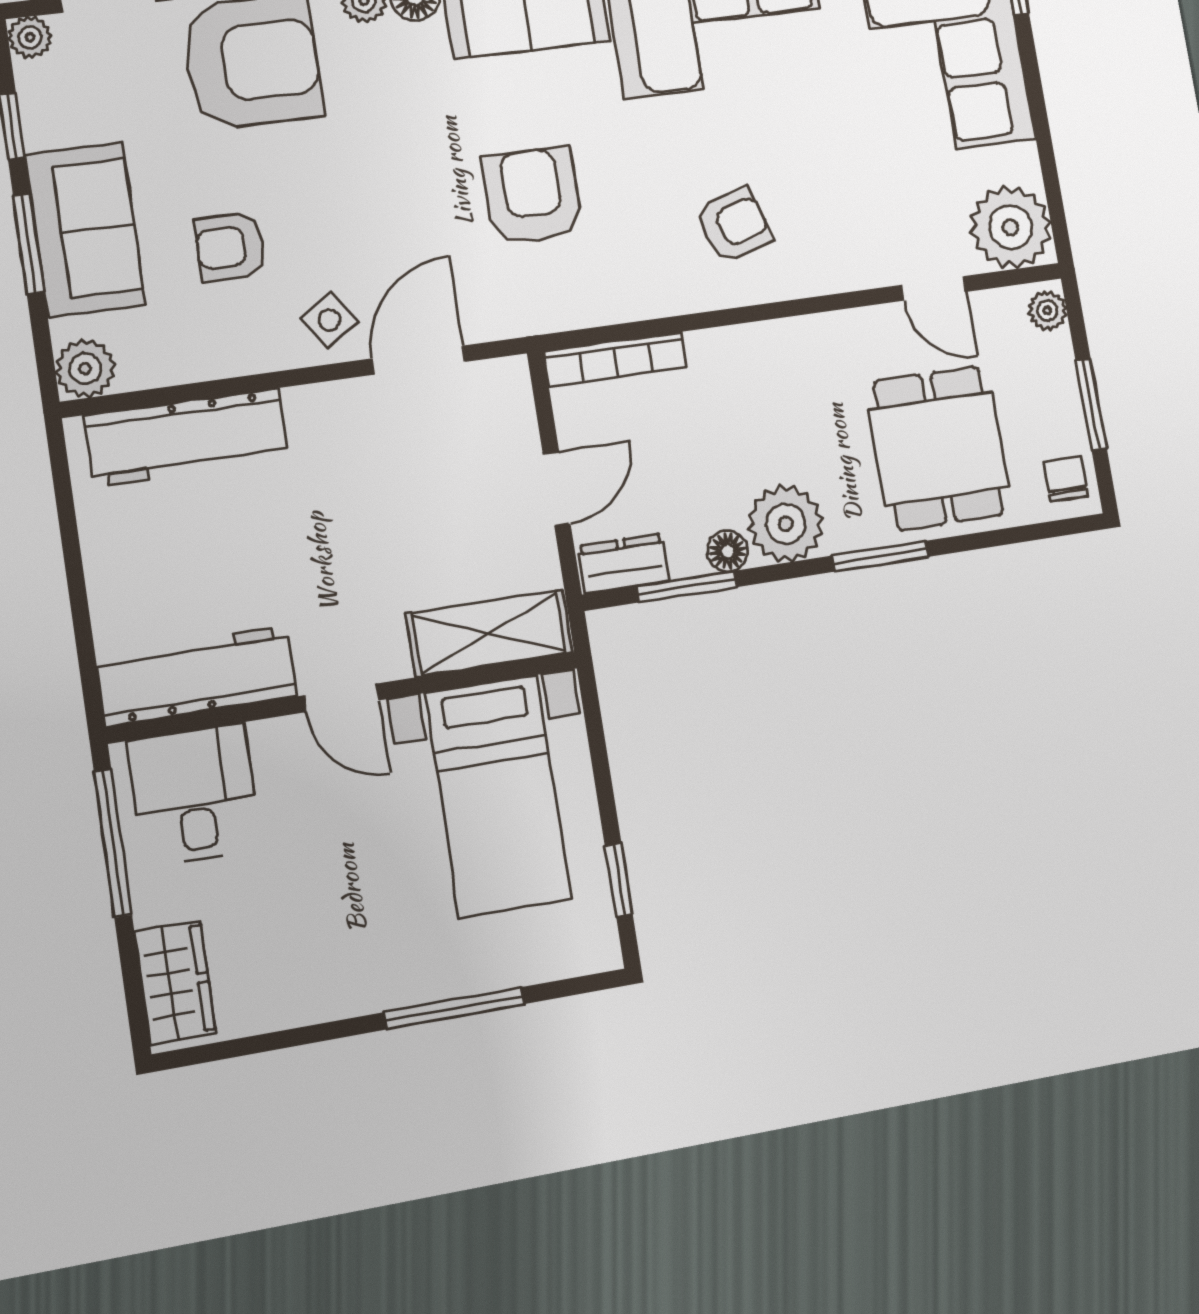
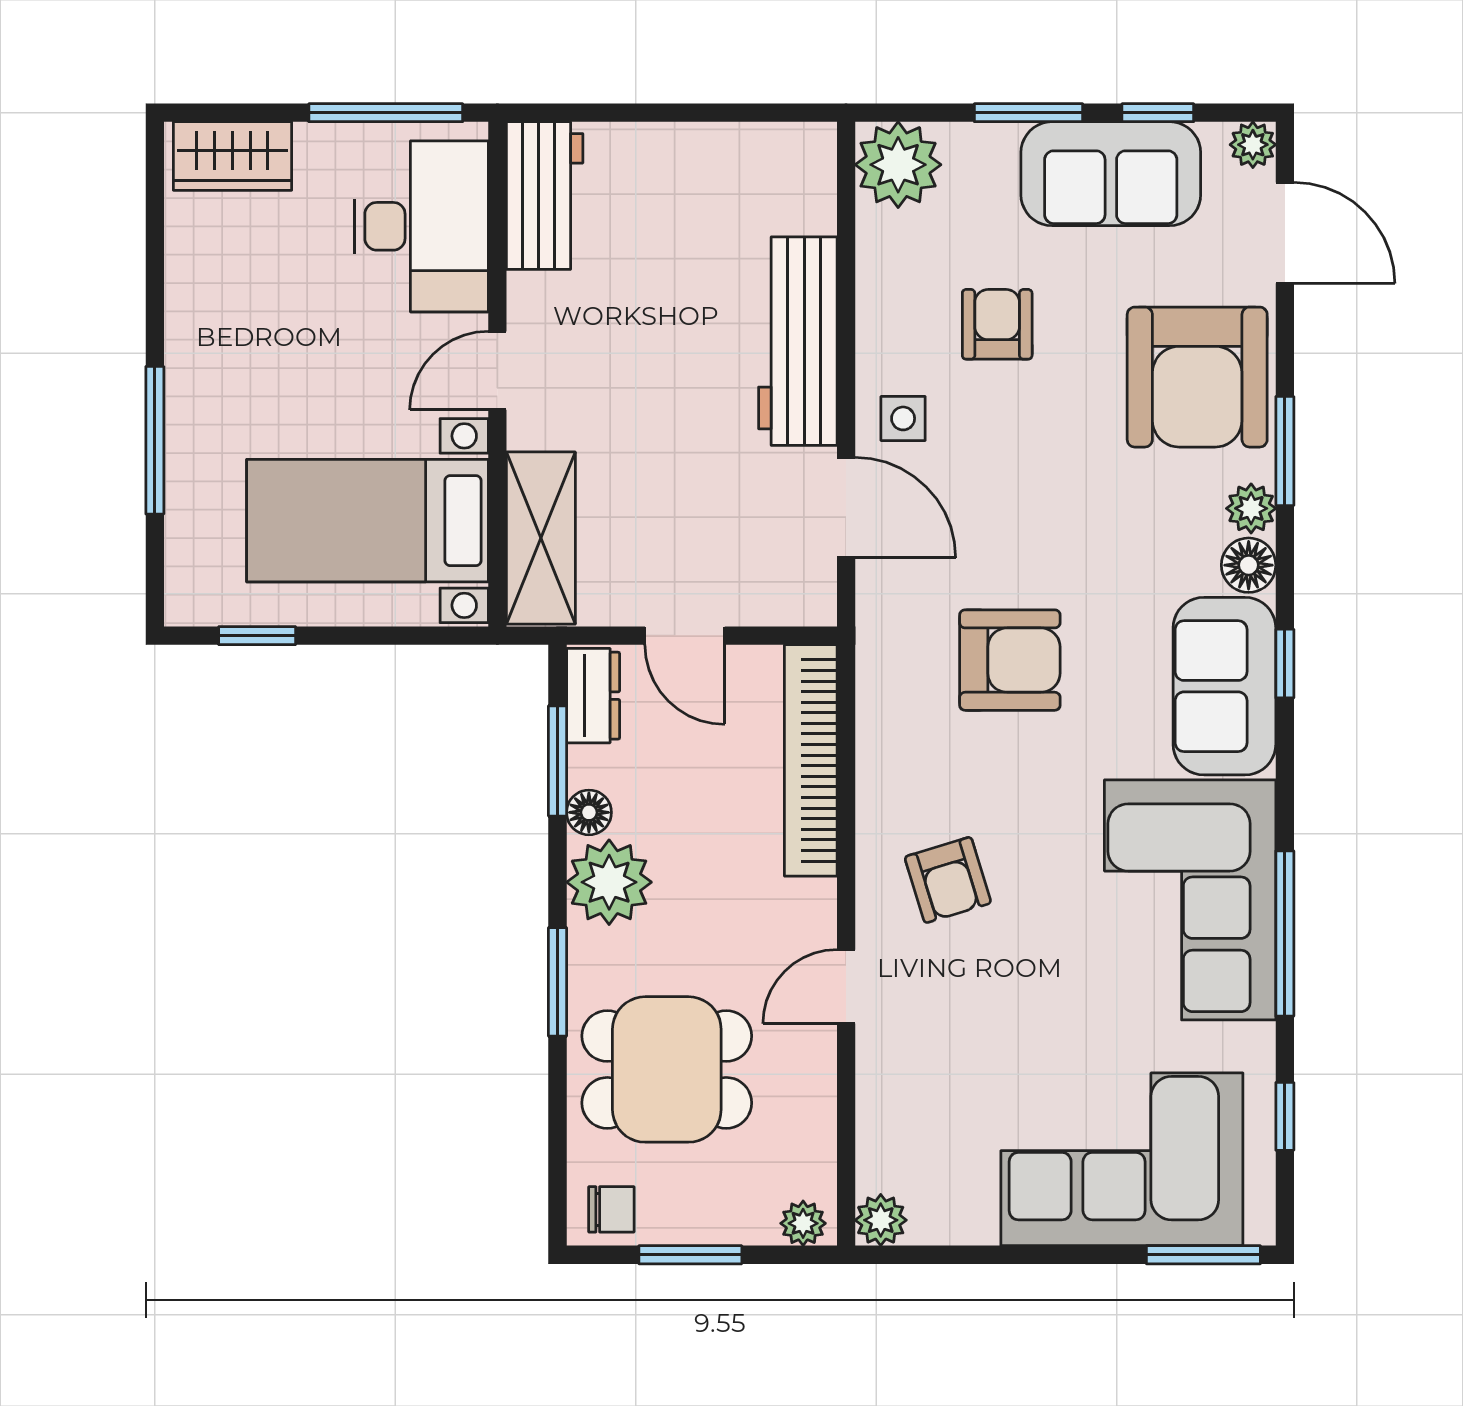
plant: (1011, 227) -> (881, 1220), width x0.53, depth x0.53
sofa: (85, 230) -> (1111, 174), moved
door: (934, 288) -> (846, 987), moved
side table: (330, 320) -> (903, 418), turned 34
bookcase: (615, 359) -> (811, 760), width x1.48, depth x1.31
plant: (85, 369) -> (898, 165), width x1.36, depth x1.36
workbench: (187, 438) -> (798, 341), moved
workbench: (197, 676) -> (545, 196), width x0.73
desk: (194, 795) -> (421, 226), width x1.37

